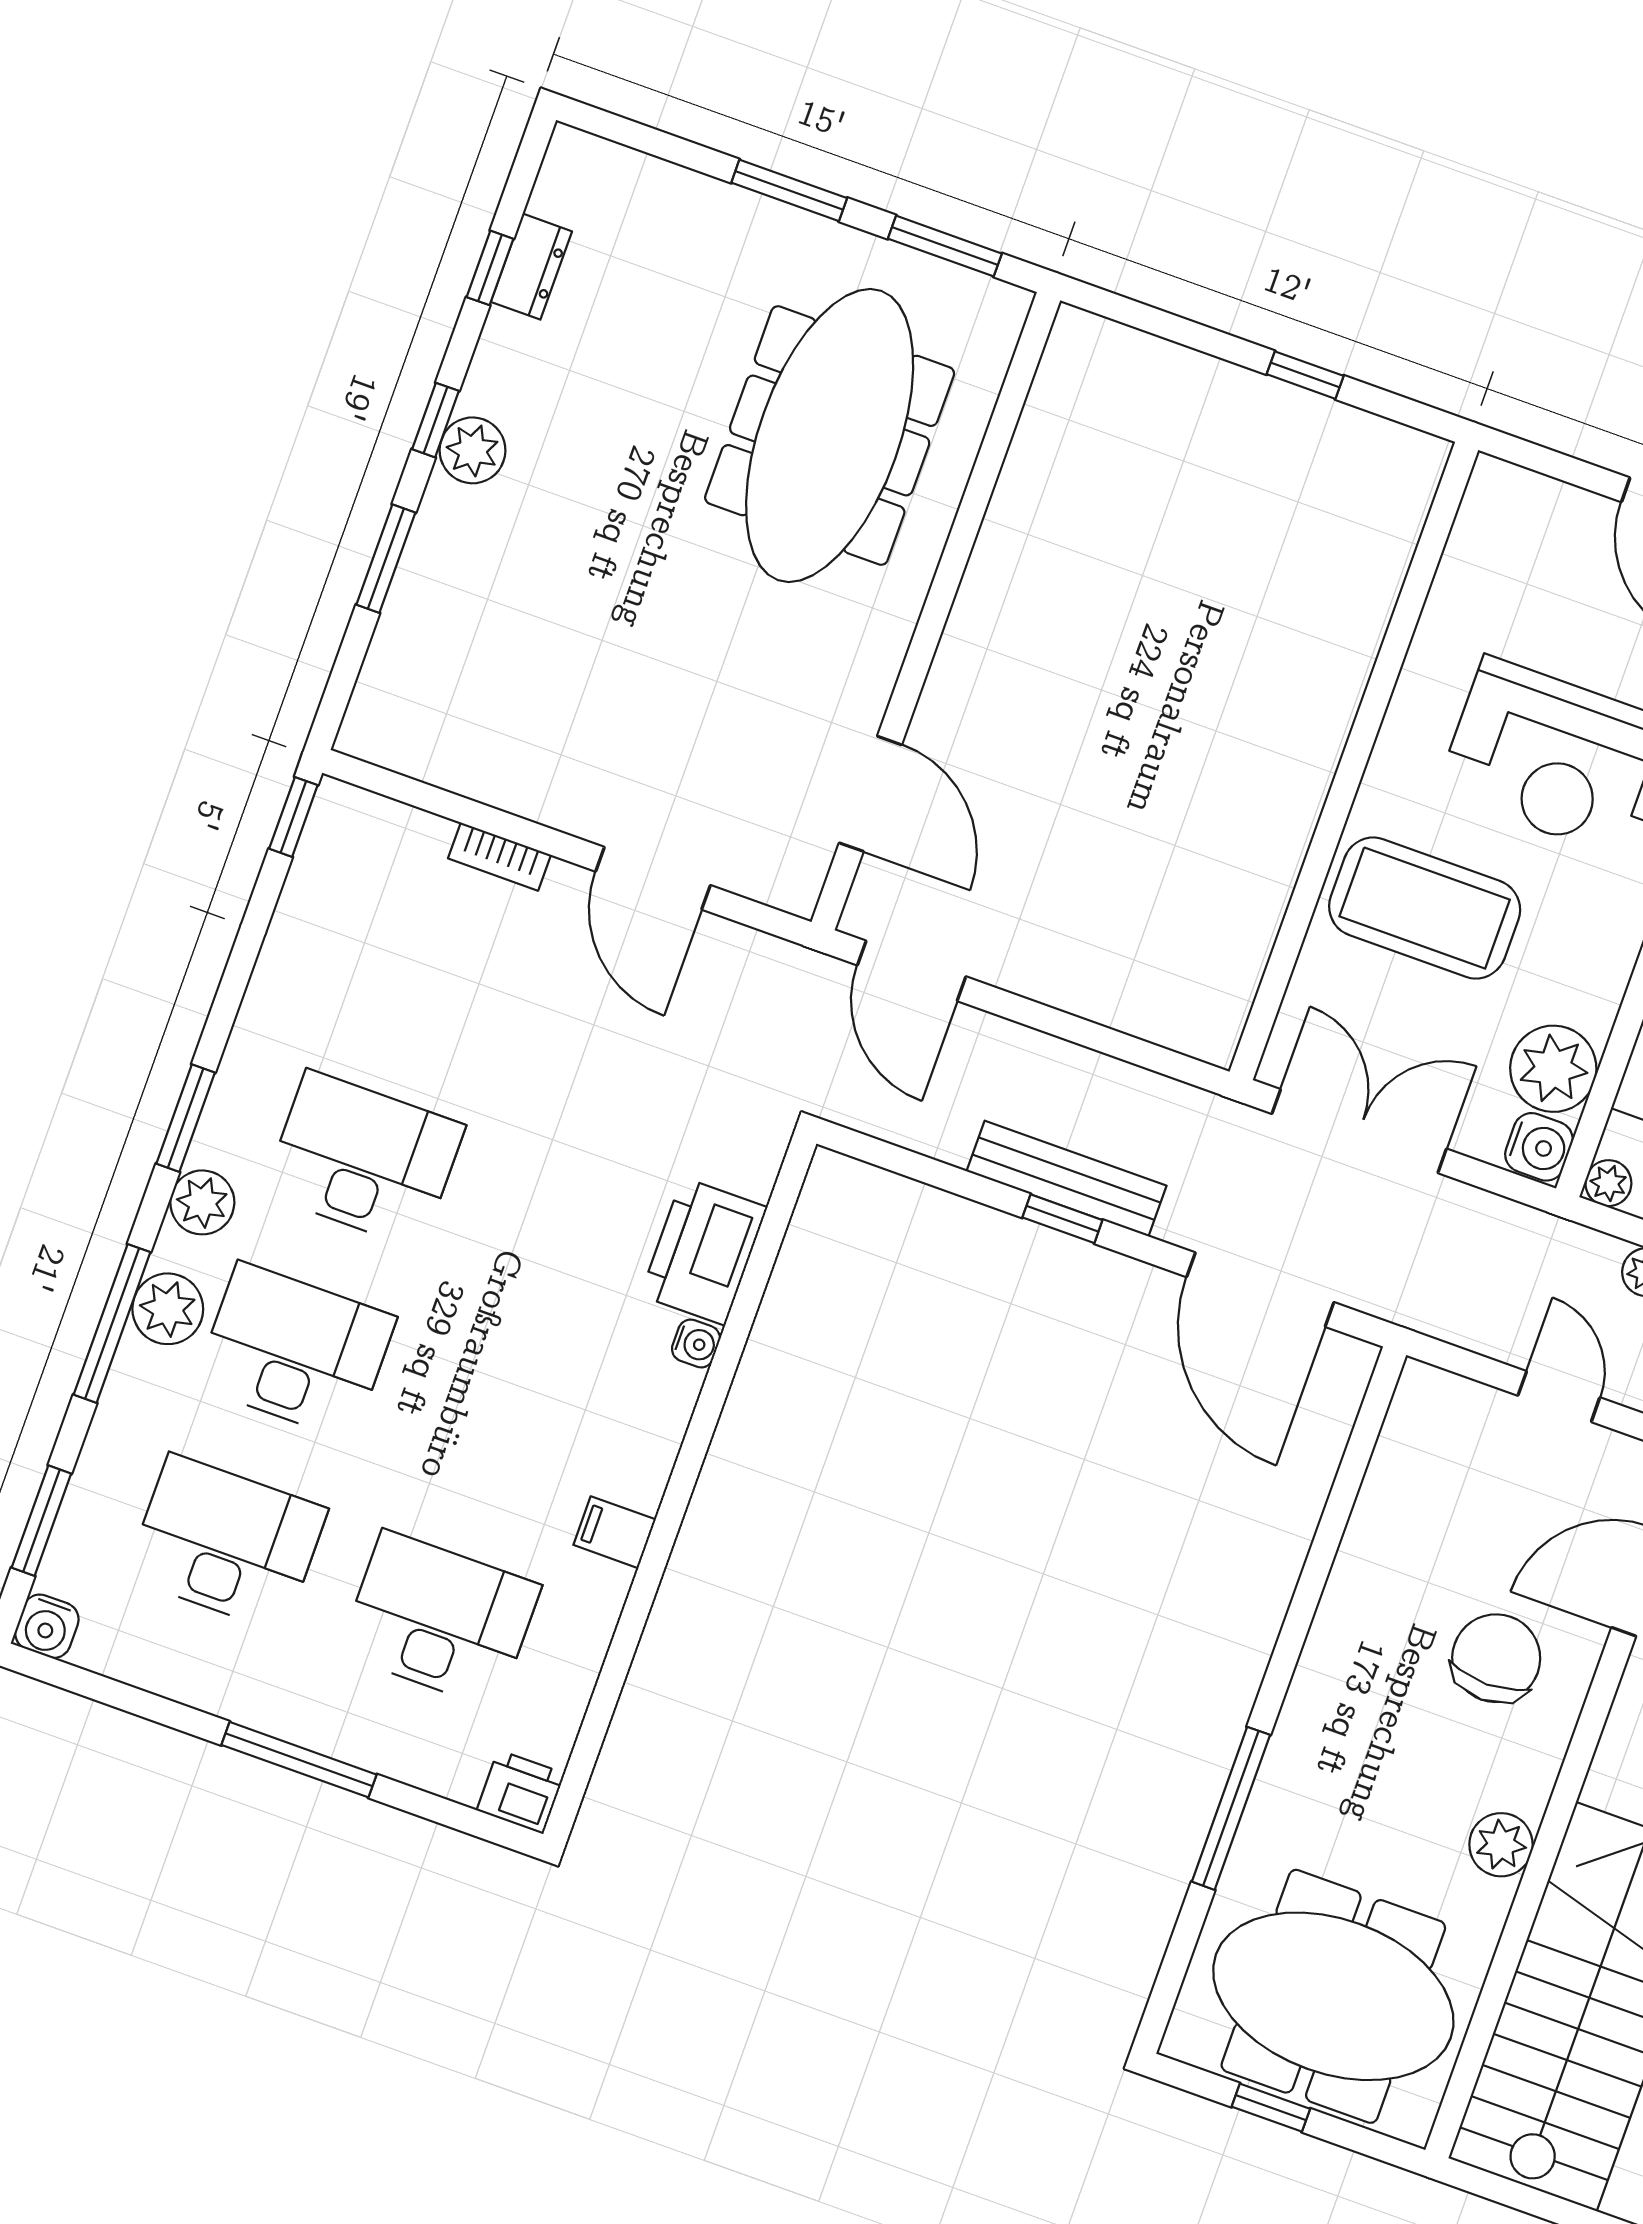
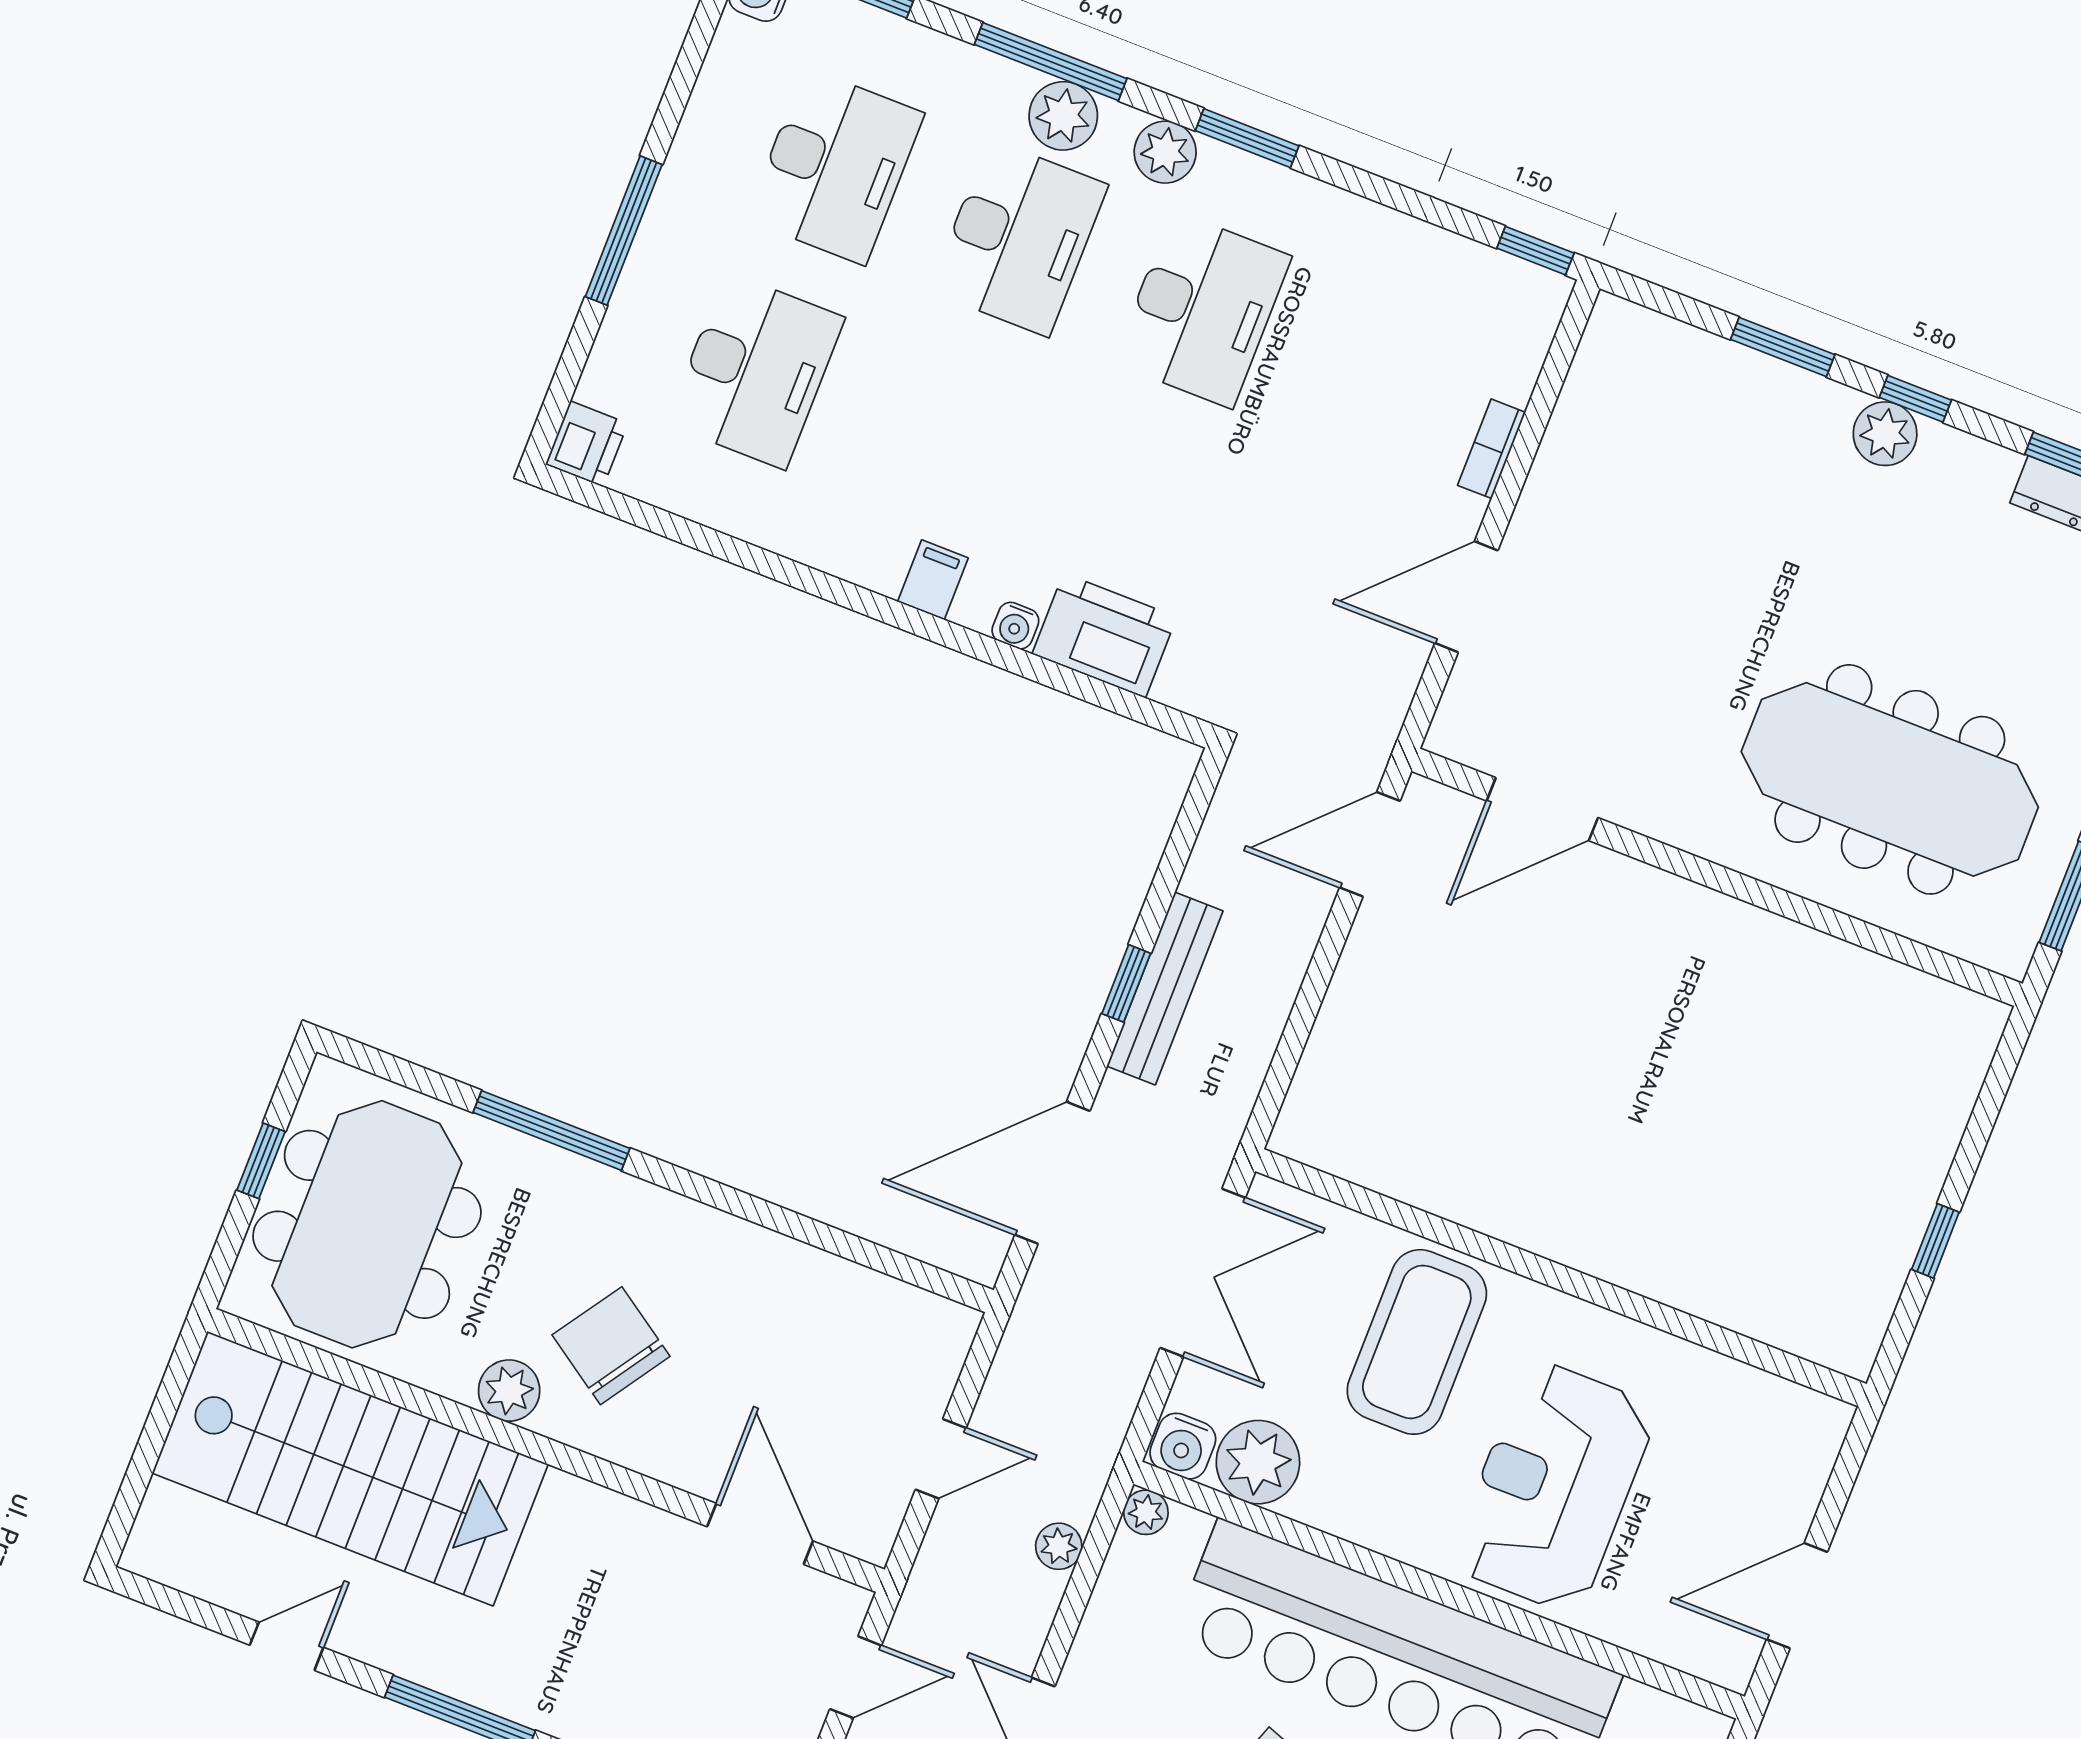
filing cabinet: (615, 1532) -> (933, 580), moved
chair: (1496, 1658) -> (611, 1346), moved, turned -146

